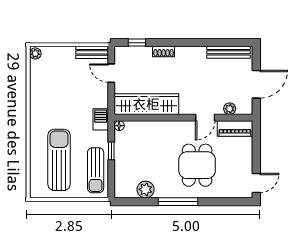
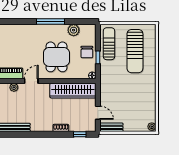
barbecue: (101, 119) -> (105, 80), removed
chair: (127, 159) -> (87, 52), added
dining table: (197, 165) -> (56, 57), moved

